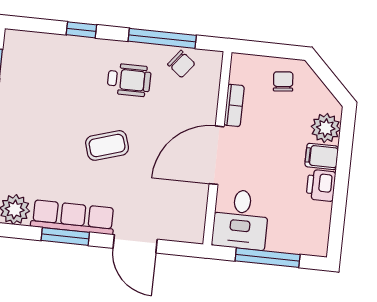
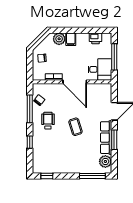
printer: (321, 185) -> (96, 38), moved

